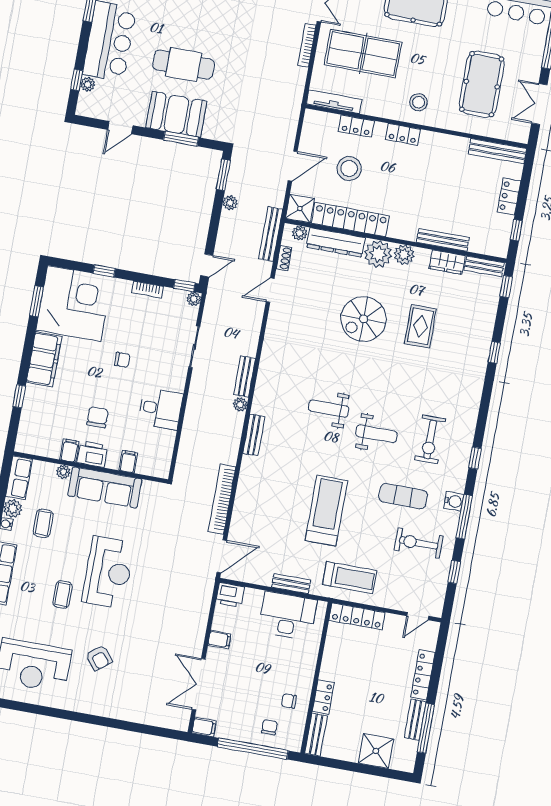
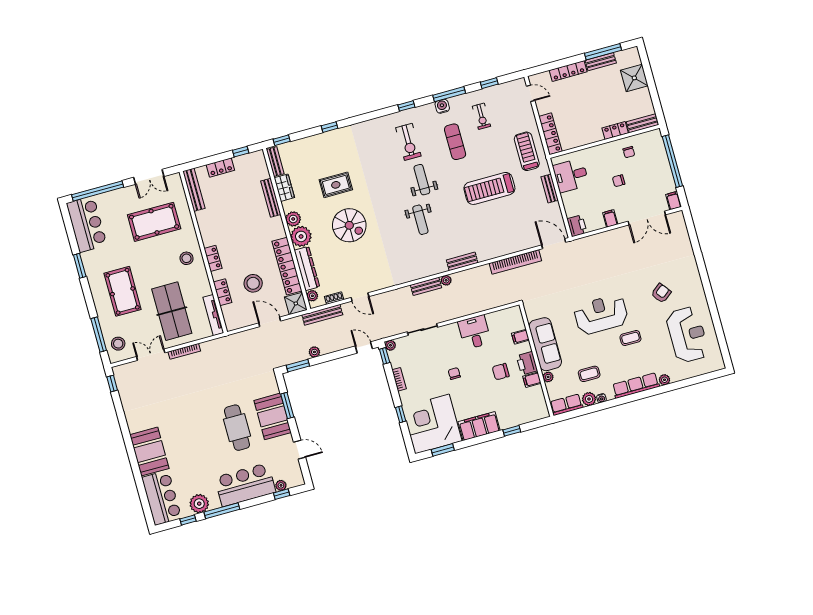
exercise bike: (430, 439) -> (408, 142), turned 90
exercise bike: (419, 543) -> (481, 116), width x0.73, depth x0.72
desk: (288, 616) -> (571, 175), width x0.73
chair: (269, 727) -> (619, 181), moved

